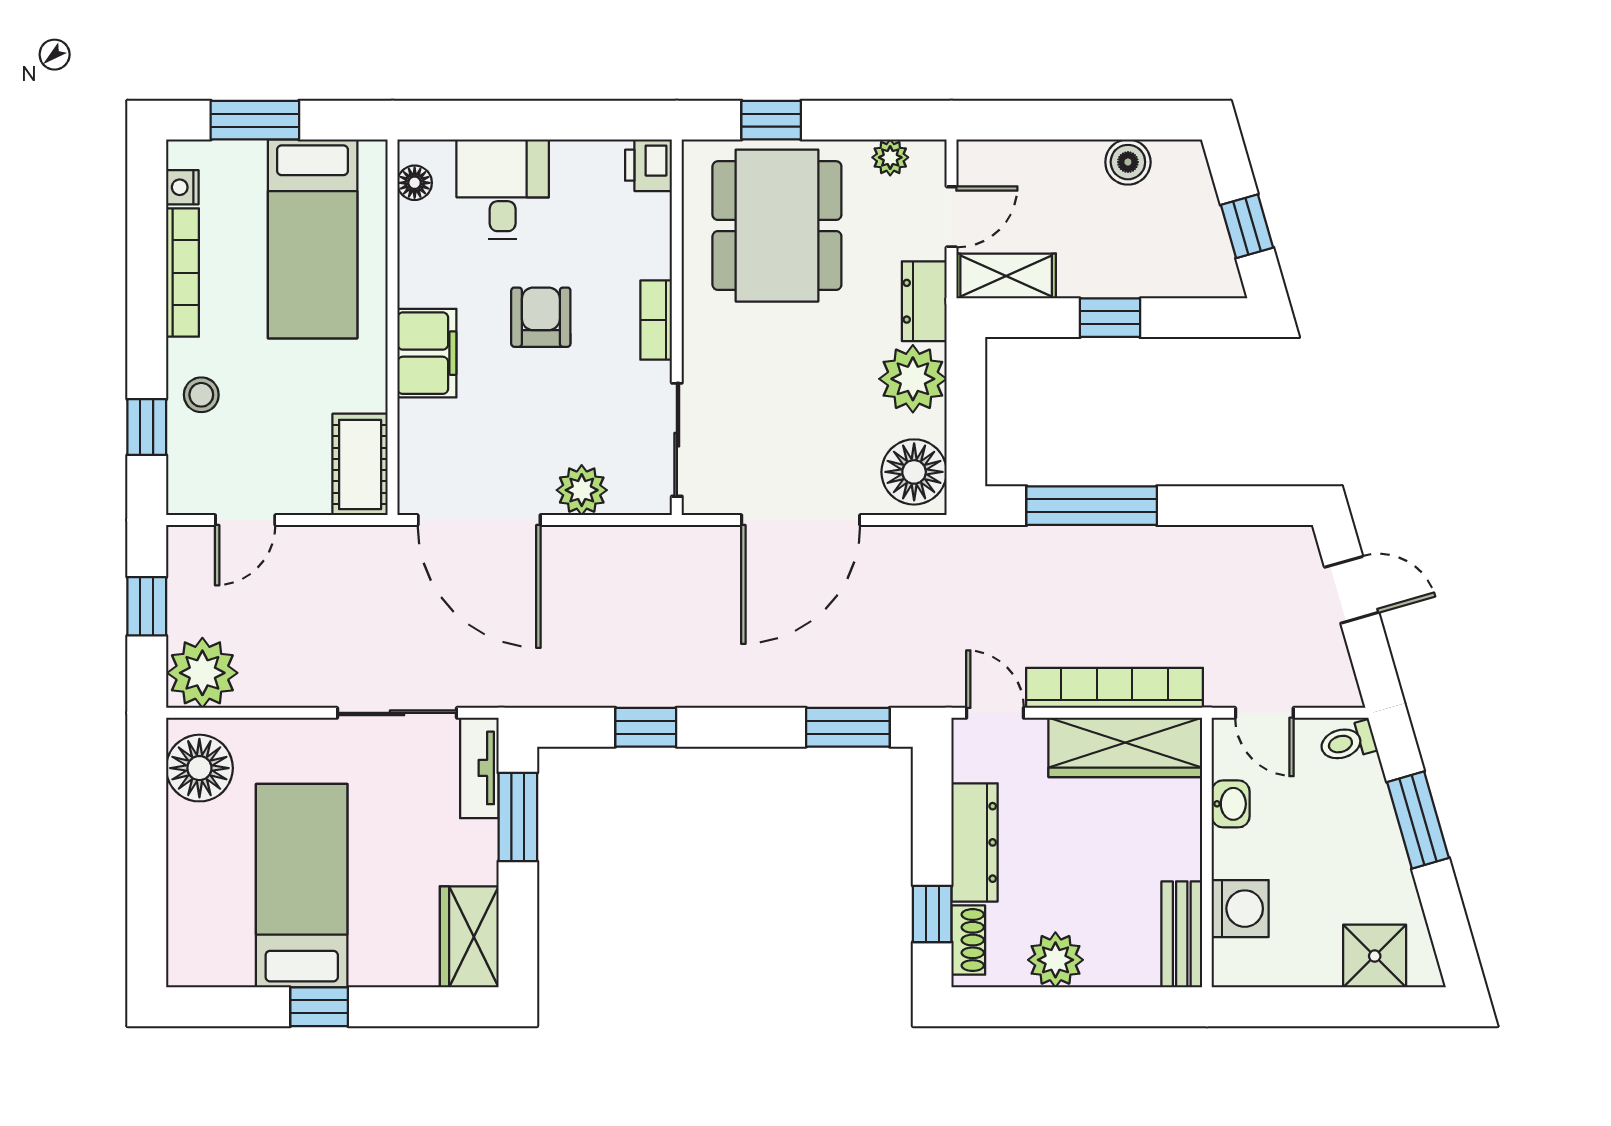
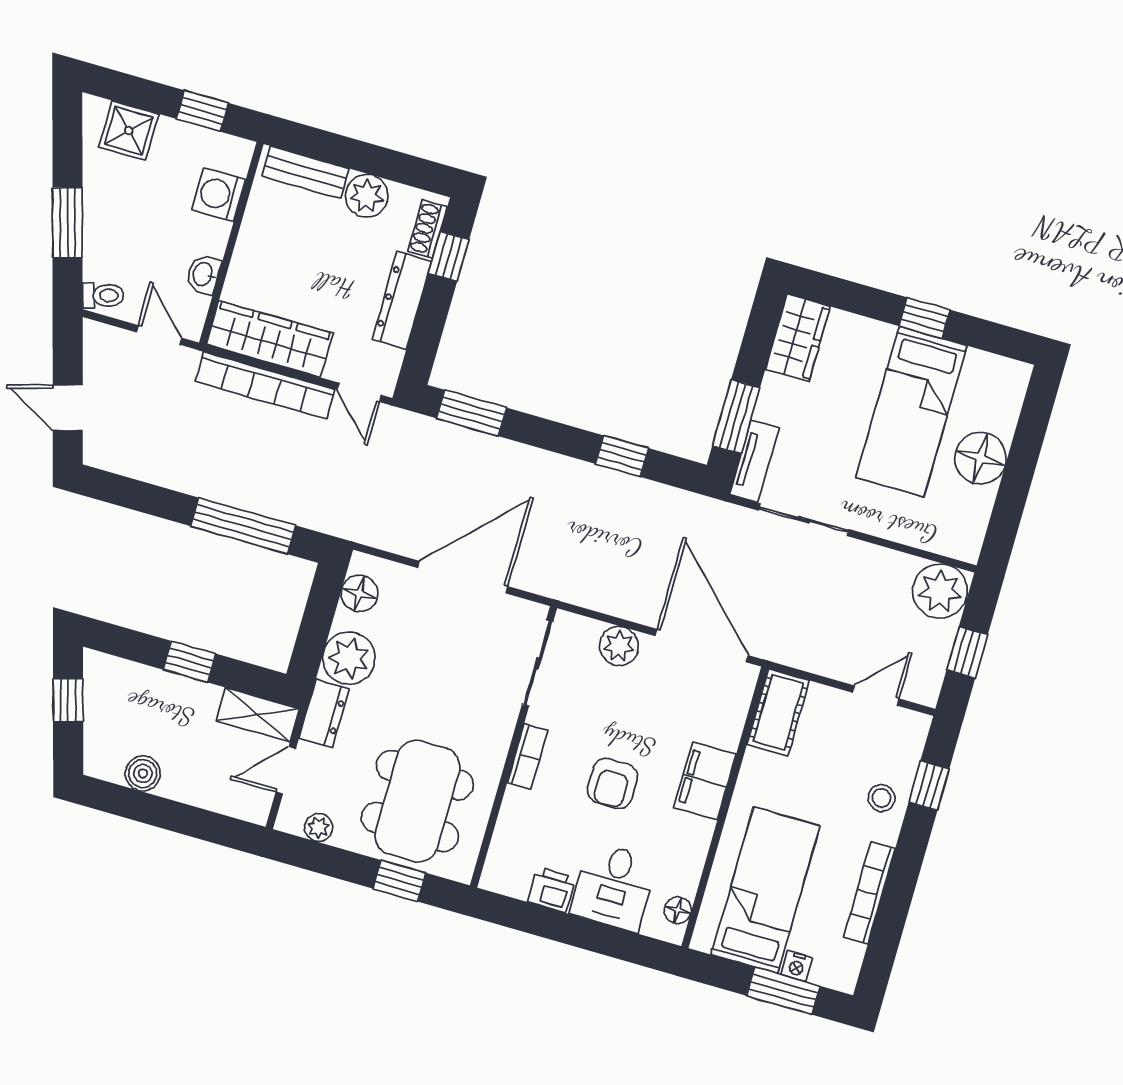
printer: (649, 165) -> (552, 890), moved, turned -90
nightstand: (182, 187) -> (797, 966), moved, turned 90
floor lamp: (914, 472) -> (359, 593), width x0.73, depth x0.73
floor lamp: (199, 768) -> (980, 458), moved
bench: (1182, 934) -> (306, 172), moved, turned 90
window: (1290, 1007) -> (202, 111), added

